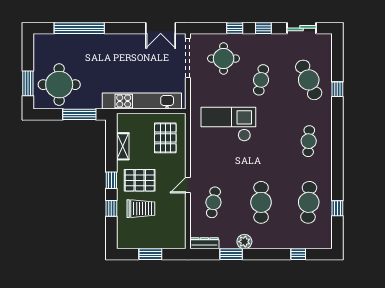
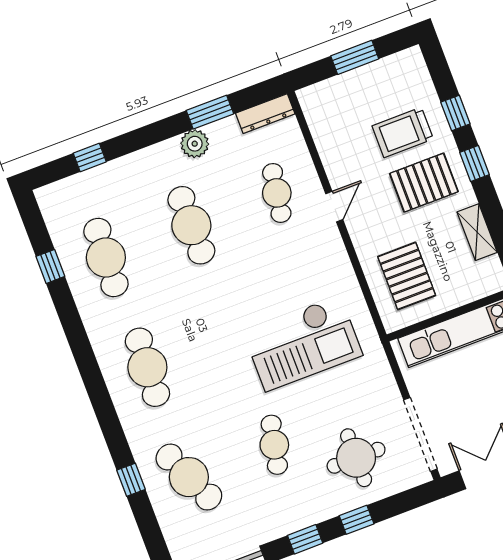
cafe table: (309, 141) -> (147, 367), width x1.37, depth x1.35

